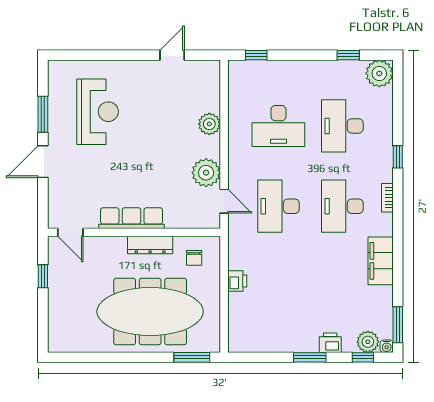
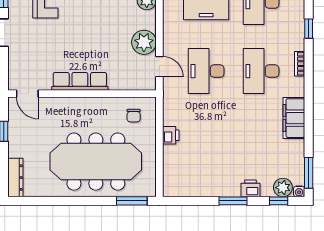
dresser: (150, 245) -> (15, 178), moved, turned -90

